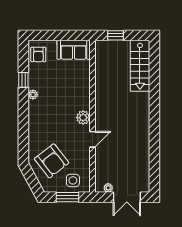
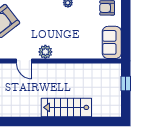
stairs: (140, 66) -> (66, 107), moved

